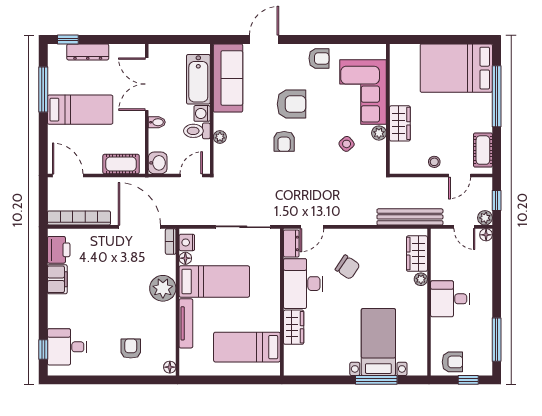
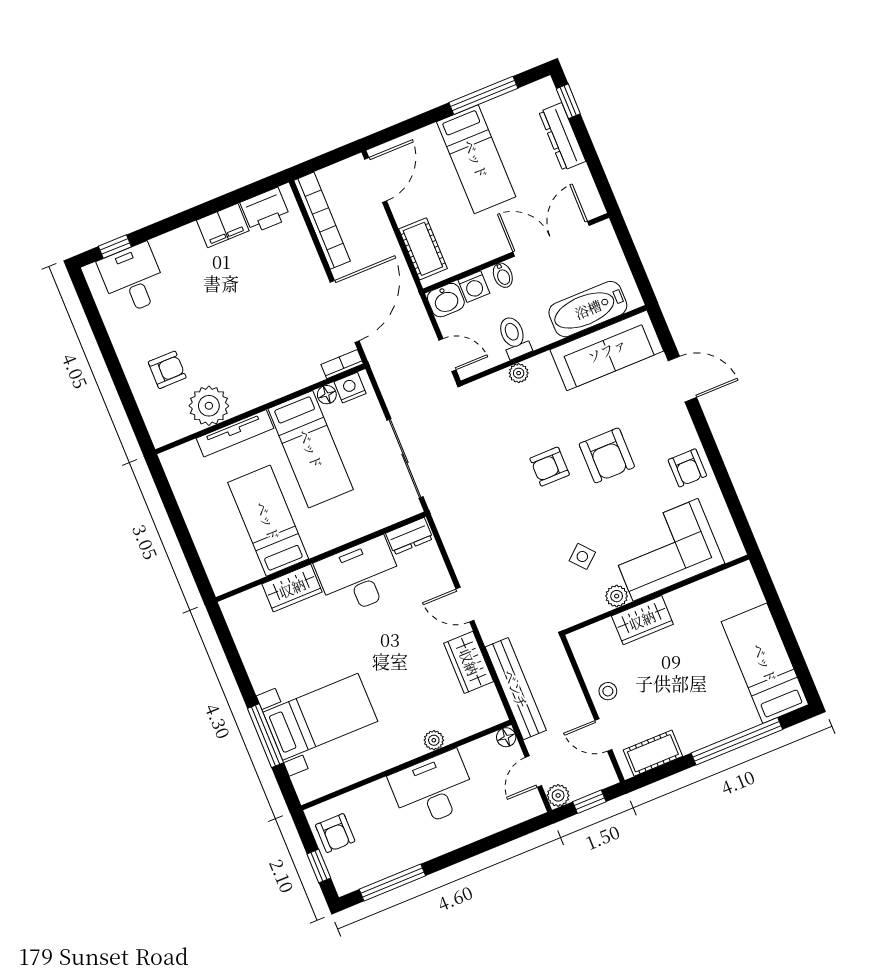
bed: (456, 68) -> (765, 663), width x0.67
washing machine: (202, 113) -> (474, 287), moved, turned 180
door: (312, 227) -> (465, 605), moved
floor lamp: (486, 235) -> (506, 737), moved
wardrobe: (417, 254) -> (469, 662), moved, turned -90
chair: (348, 267) -> (408, 630), removed
plant: (163, 288) -> (209, 406), moved
desk: (450, 299) -> (433, 789), width x1.37
bed: (247, 347) -> (268, 521), moved
floor lamp: (170, 367) -> (164, 436), removed

